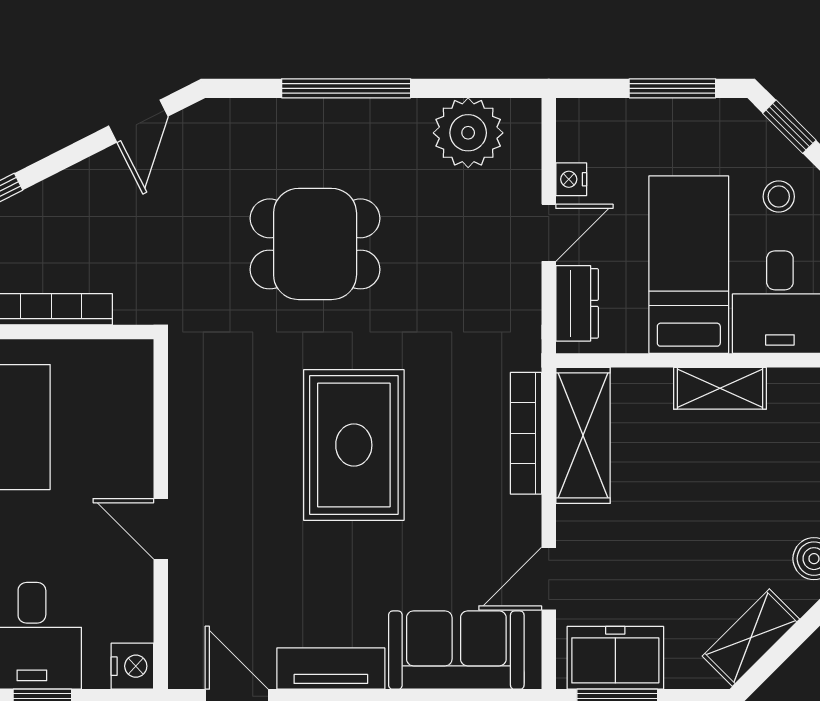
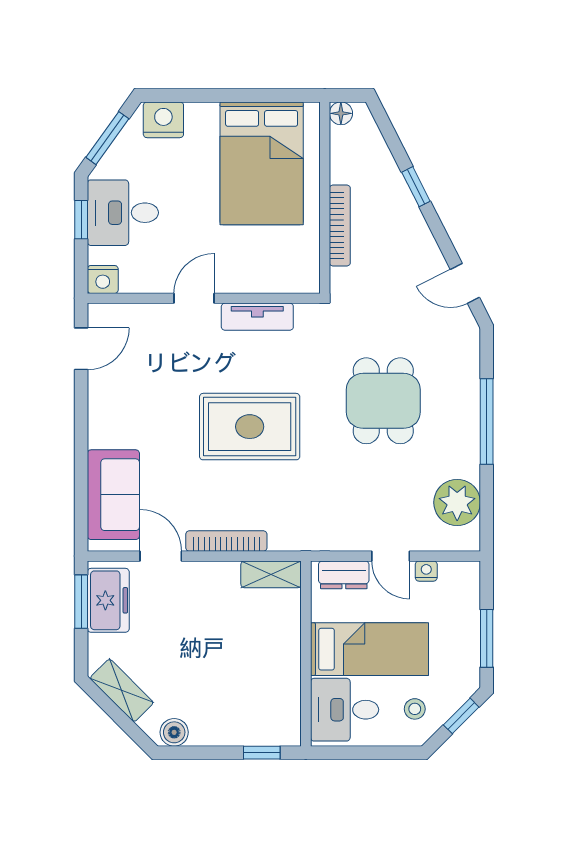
shelving: (720, 388) -> (287, 670), removed
bookcase: (526, 433) -> (226, 541), moved
shelving: (583, 435) -> (271, 574), width x0.67, depth x0.75
tv unit: (331, 669) -> (257, 317), moved, turned 90

